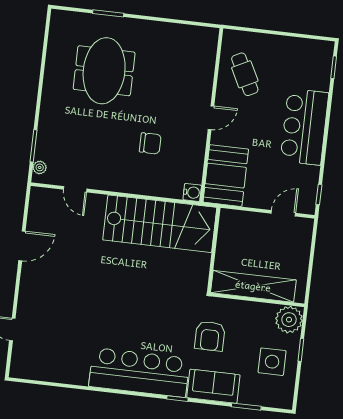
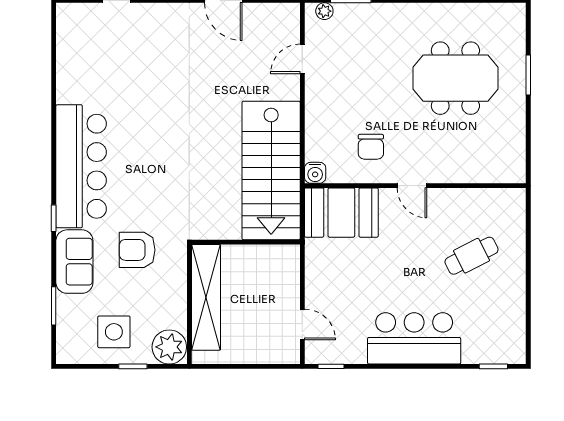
wall: (211, 115) -> (415, 186), moved
door: (211, 118) -> (412, 186), moved
booth: (226, 176) -> (341, 213), moved
water cooler: (192, 192) -> (315, 173), moved

